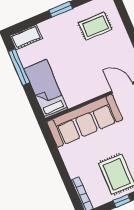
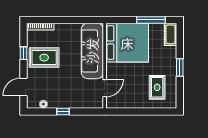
bed: (46, 89) -> (127, 43), width x2.04

